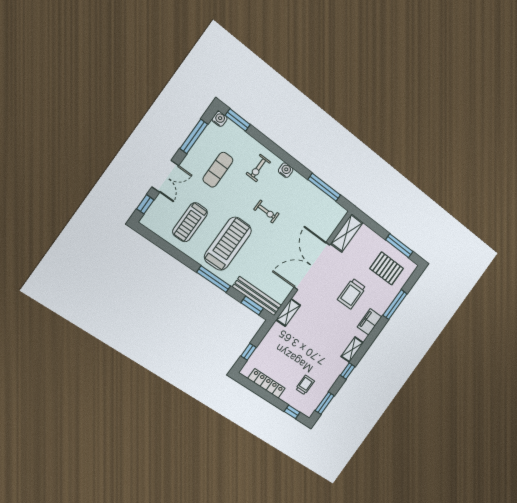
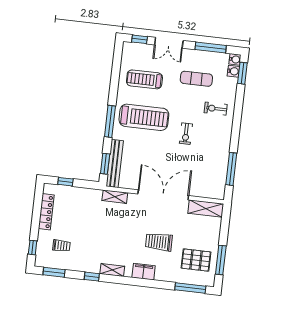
water cooler: (286, 170) -> (233, 71), moved
pallet: (387, 268) -> (196, 260), turned 90
window: (395, 305) -> (190, 288), moved

